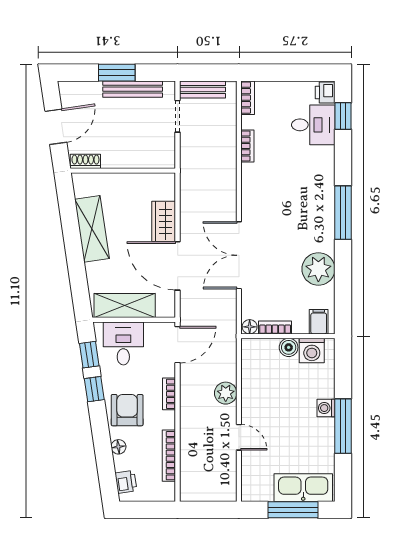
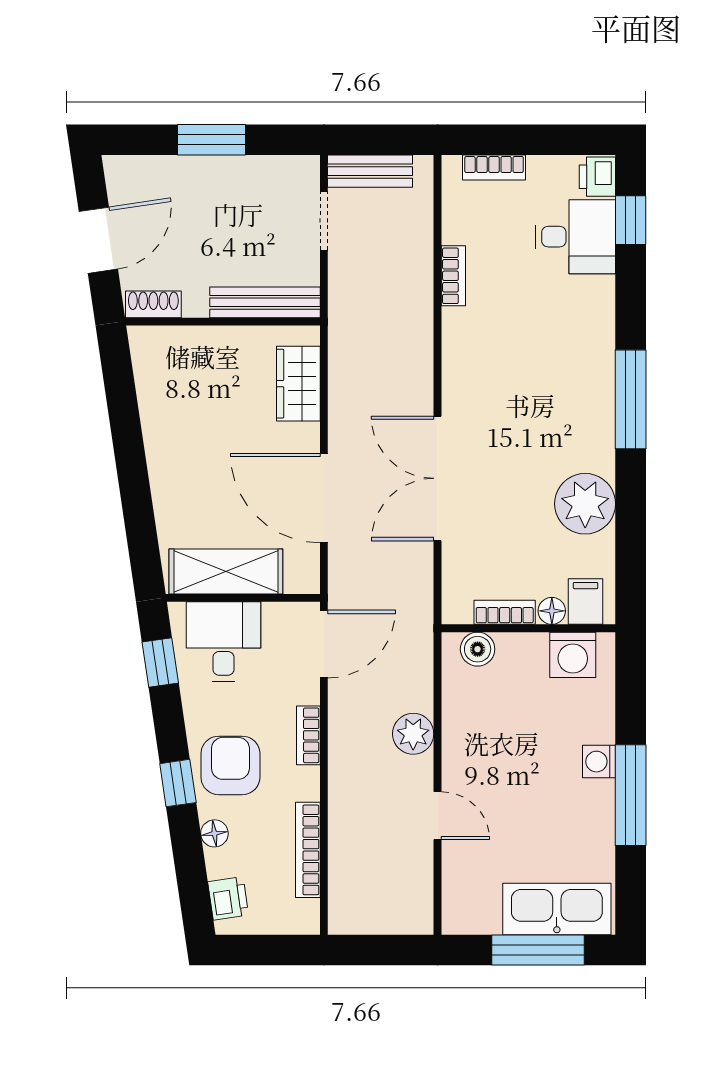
bench: (133, 89) -> (265, 302), moved
bookcase: (248, 98) -> (494, 168), moved, turned 90
wardrobe: (164, 221) -> (298, 384), moved
shelving: (92, 229) -> (165, 430), removed
floor lamp: (250, 327) -> (552, 611), moved
boiler: (289, 347) -> (478, 649), moved
window: (94, 389) -> (178, 783), moved

